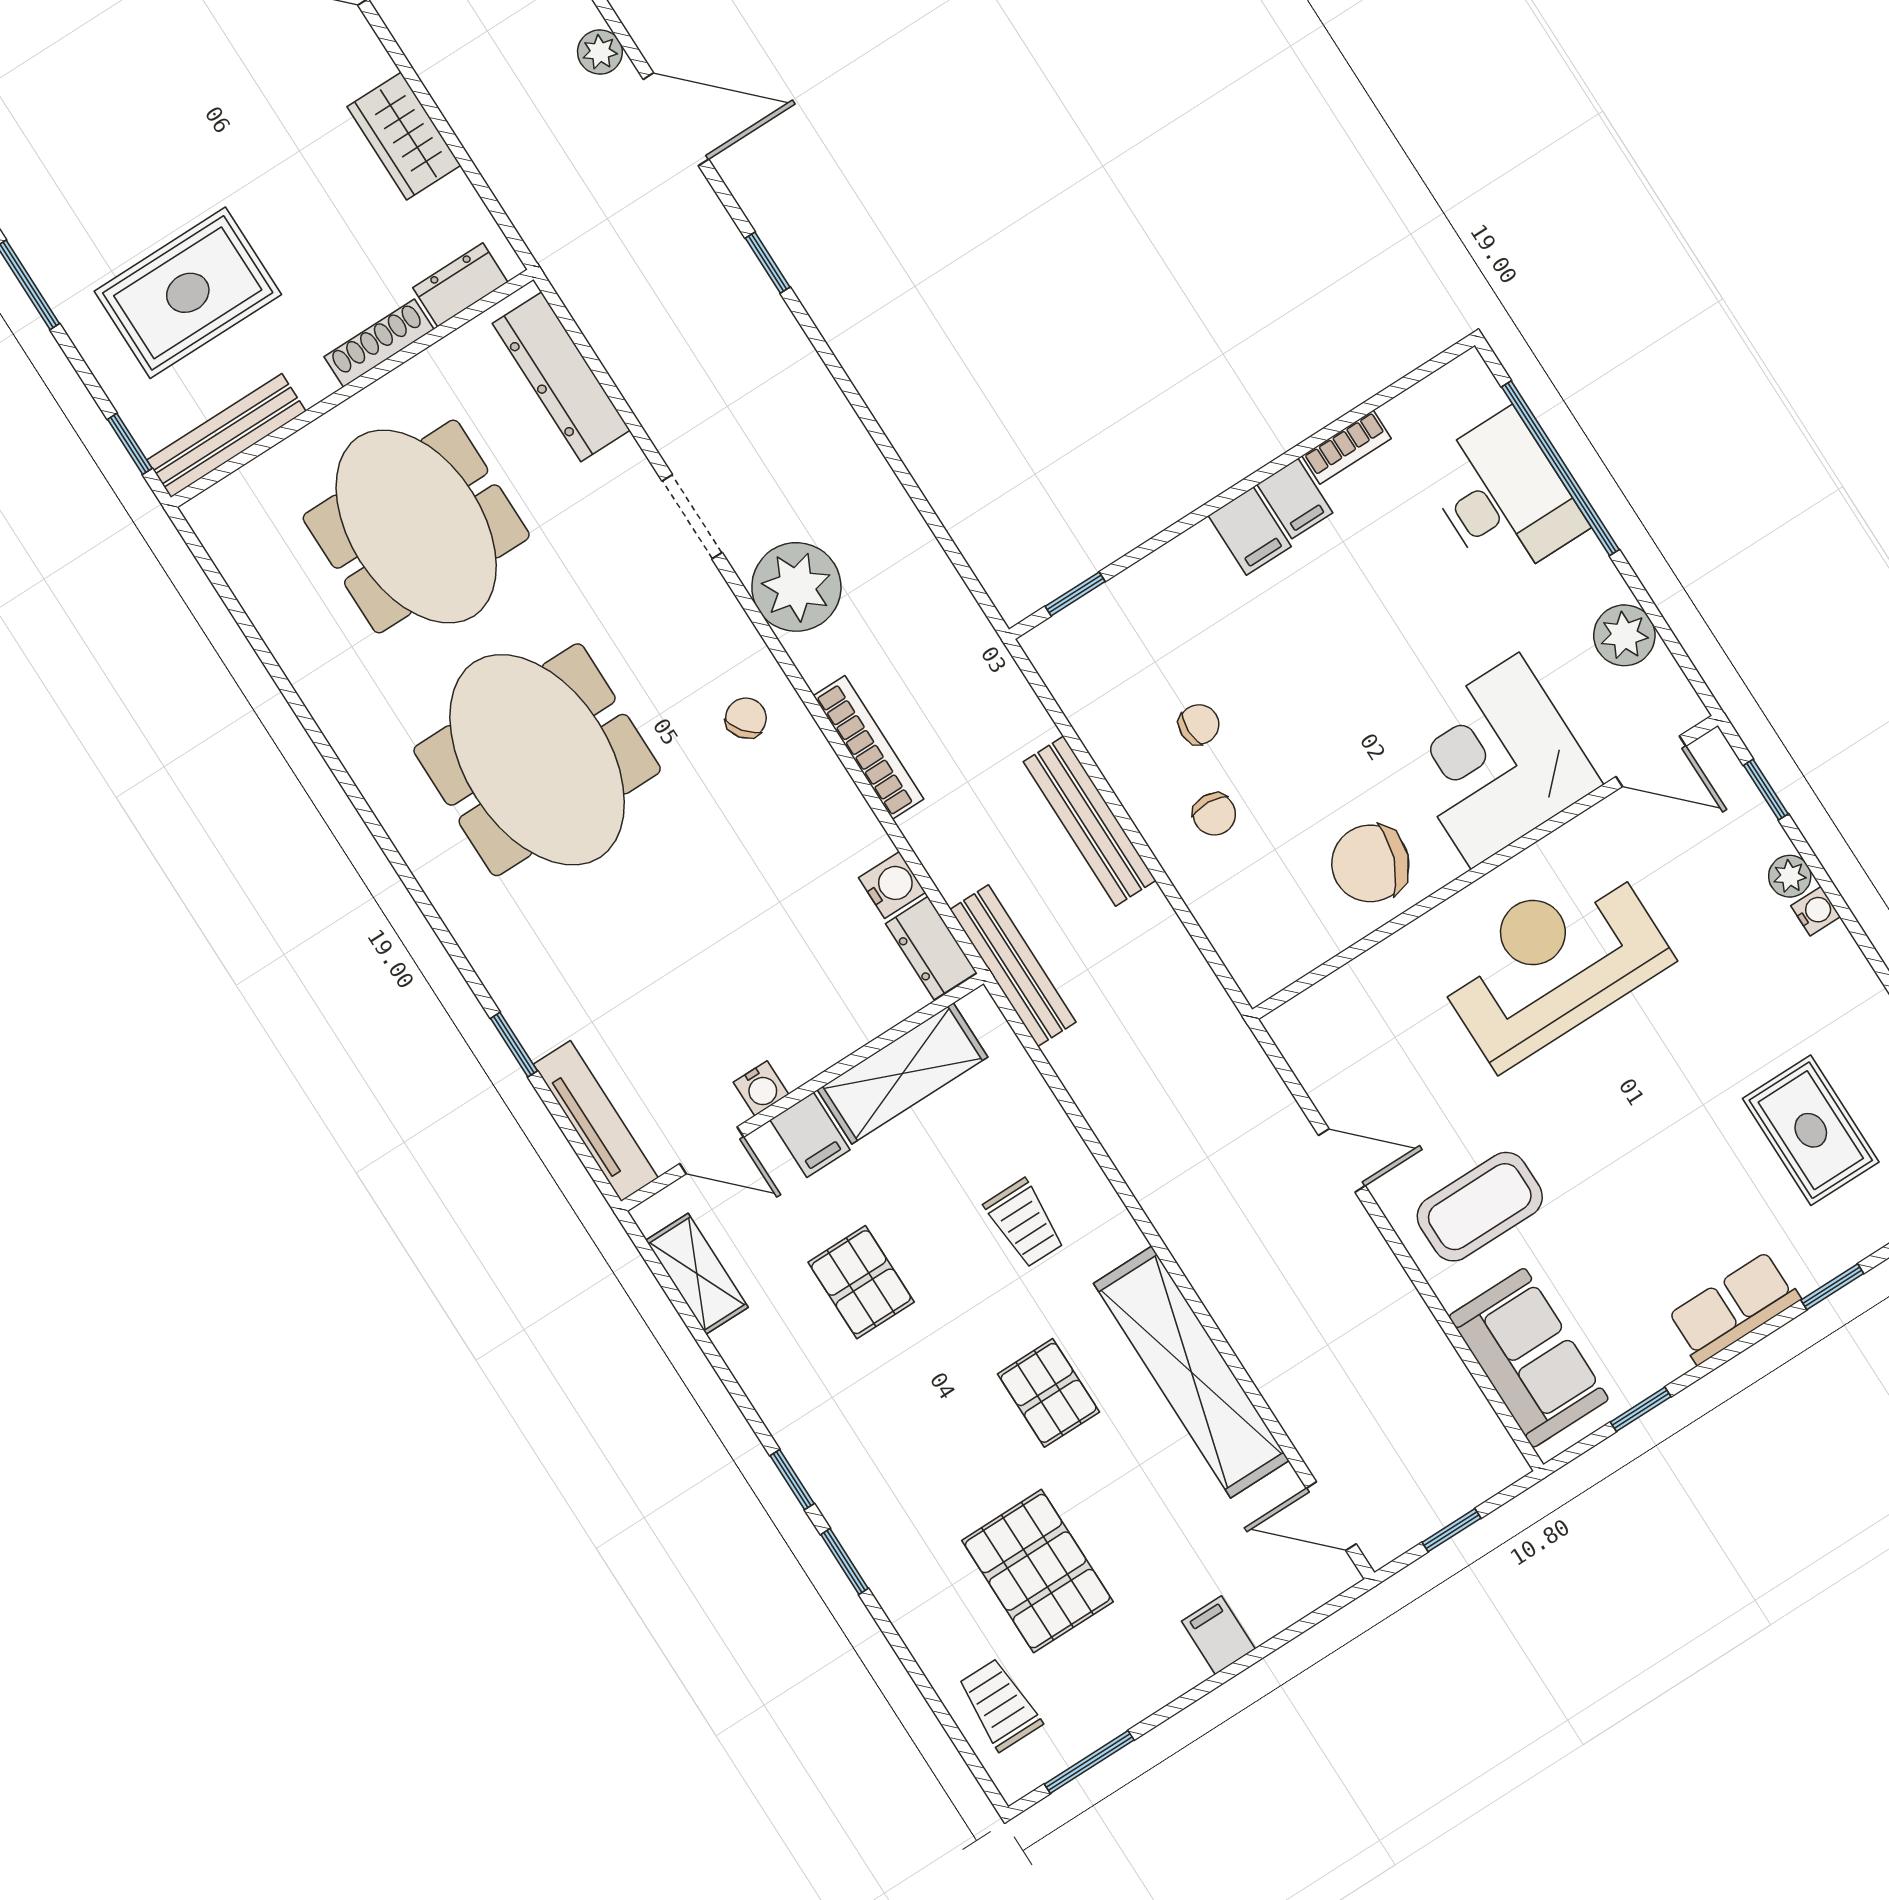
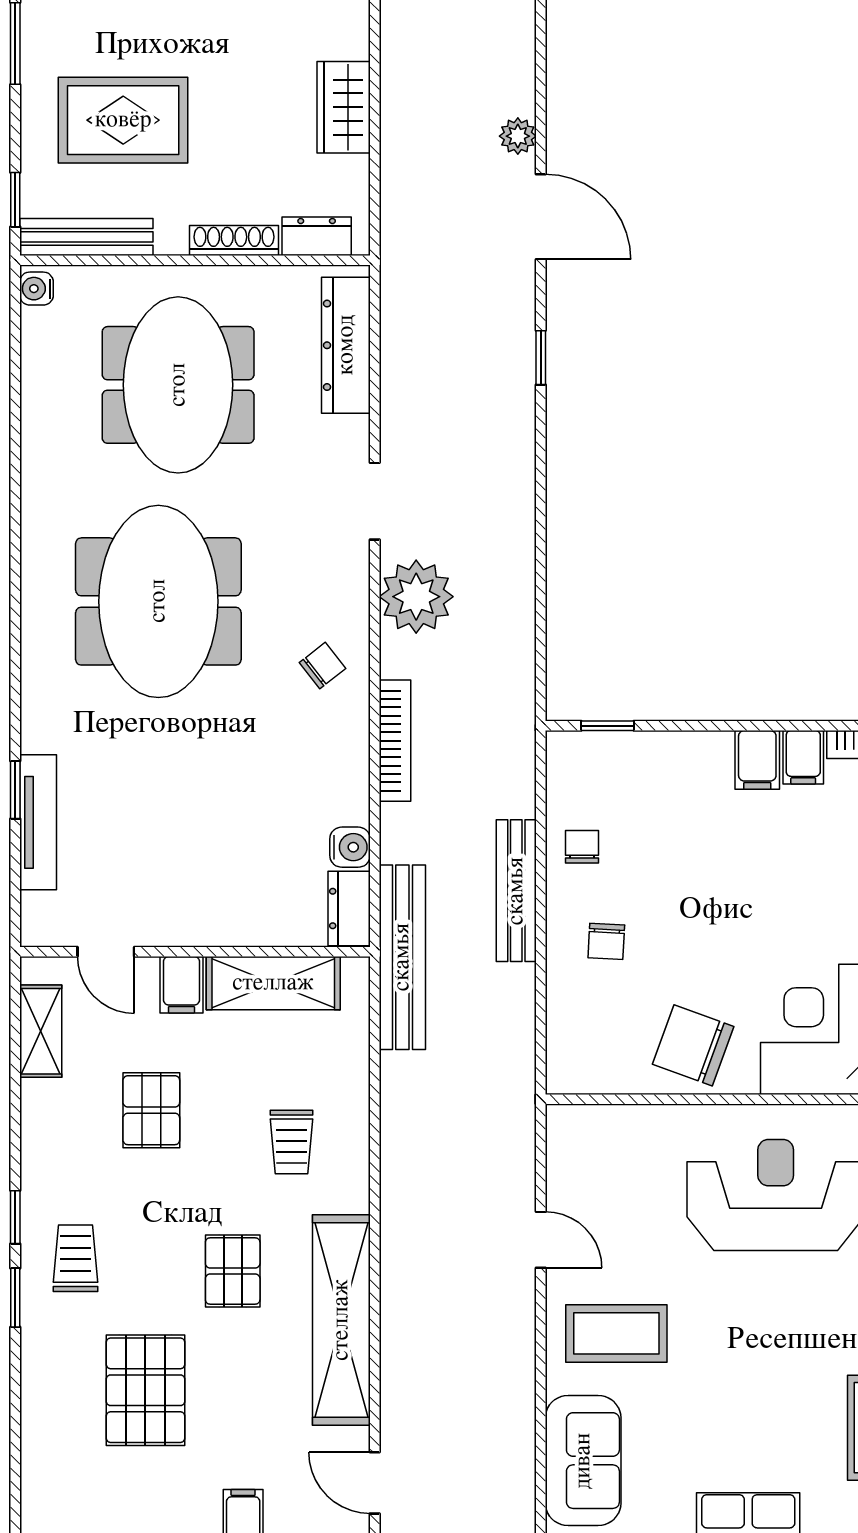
chair: (1199, 724) -> (582, 847), moved, turned -90
bench: (1013, 966) -> (402, 957), width x1.37, depth x1.21
water cooler: (761, 1088) -> (36, 289), moved, turned 90
tv unit: (596, 1121) -> (38, 822), moved
trolley: (1000, 1705) -> (76, 1258), moved

